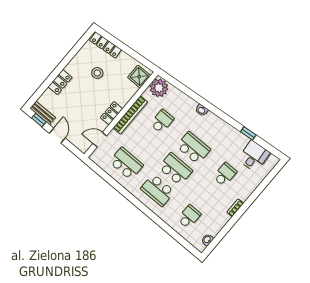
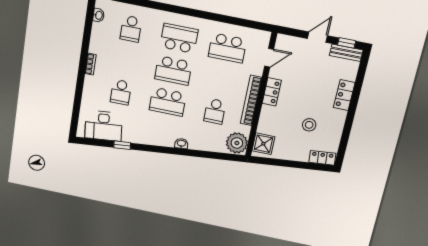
locker: (106, 45) -> (322, 158), width x0.66
door: (57, 136) -> (317, 37), swing flipped
desk: (254, 156) -> (103, 126), width x1.37

